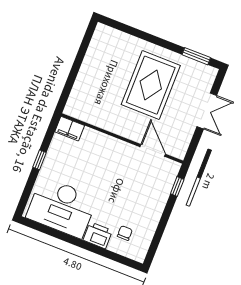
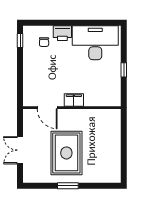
window: (196, 56) -> (68, 186), moved
filing cabinet: (70, 129) -> (74, 100), moved
window: (177, 187) -> (20, 40), moved

